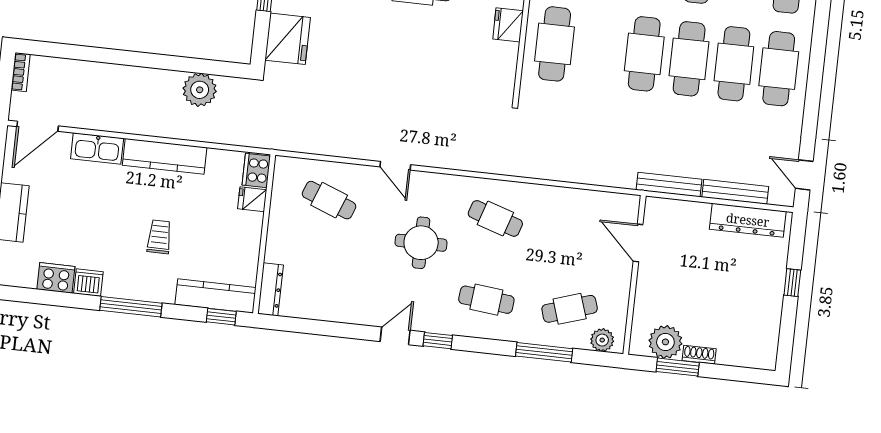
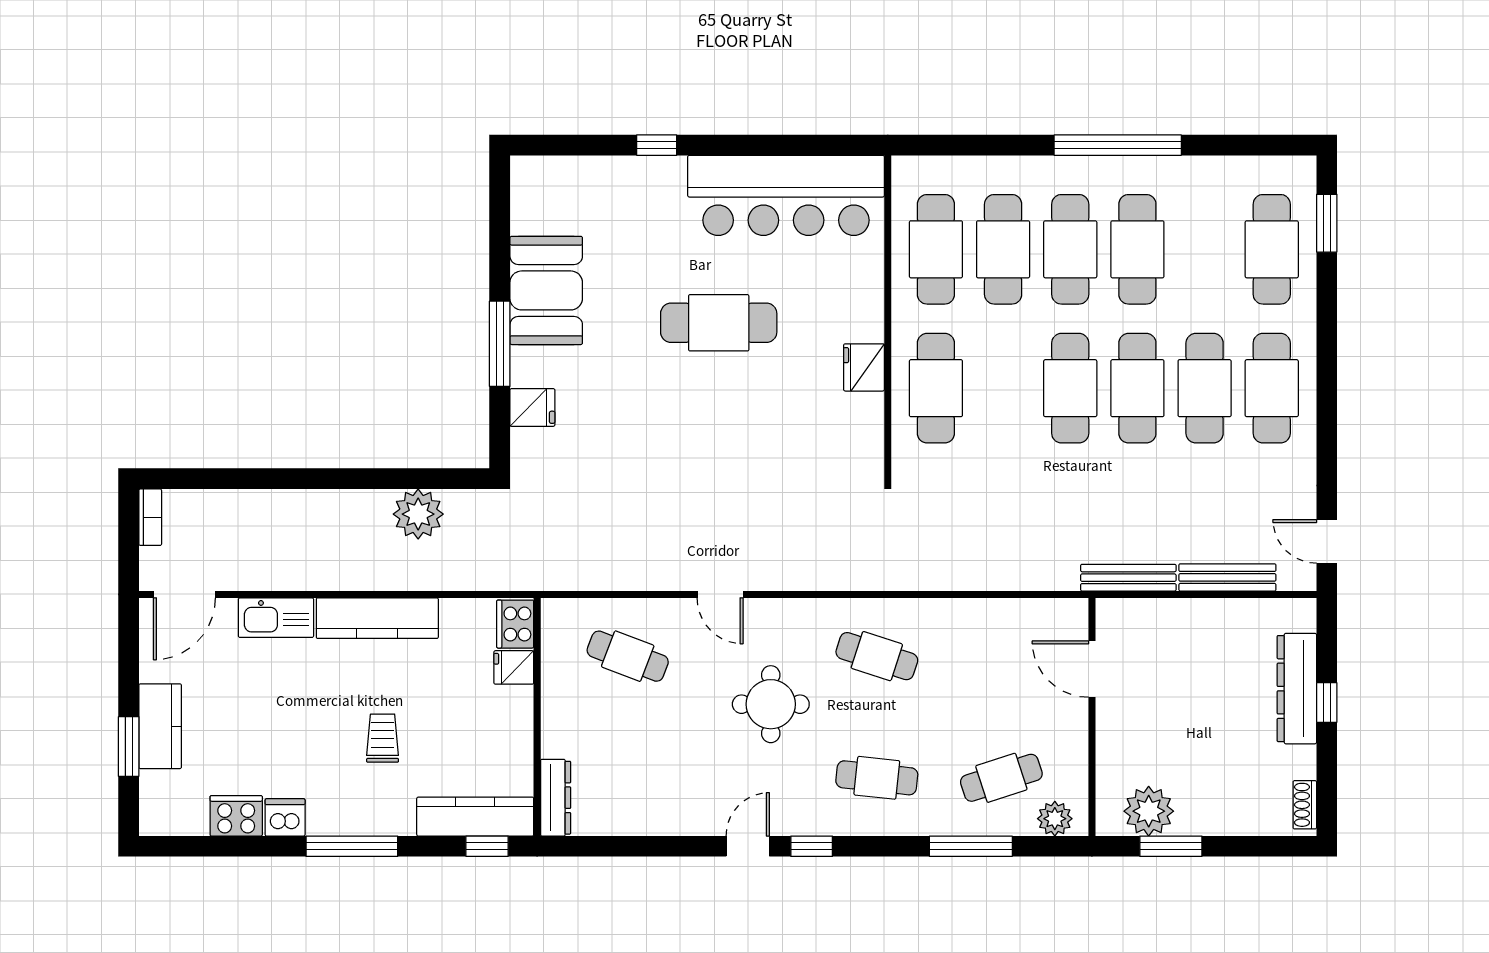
fridge: (288, 39) -> (532, 407), width x0.53, depth x0.75
dresser: (748, 220) -> (1297, 689), moved, turned 90
shoe rack: (699, 355) -> (1305, 805), moved, turned -90

